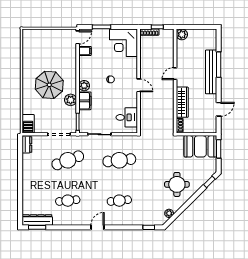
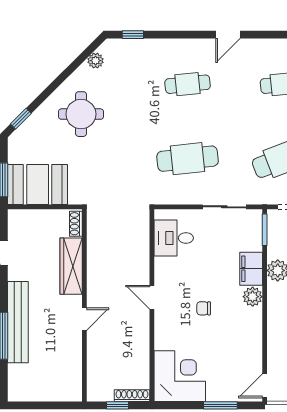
plant: (182, 34) -> (72, 392), removed
filing cabinet: (85, 51) -> (251, 361), removed

